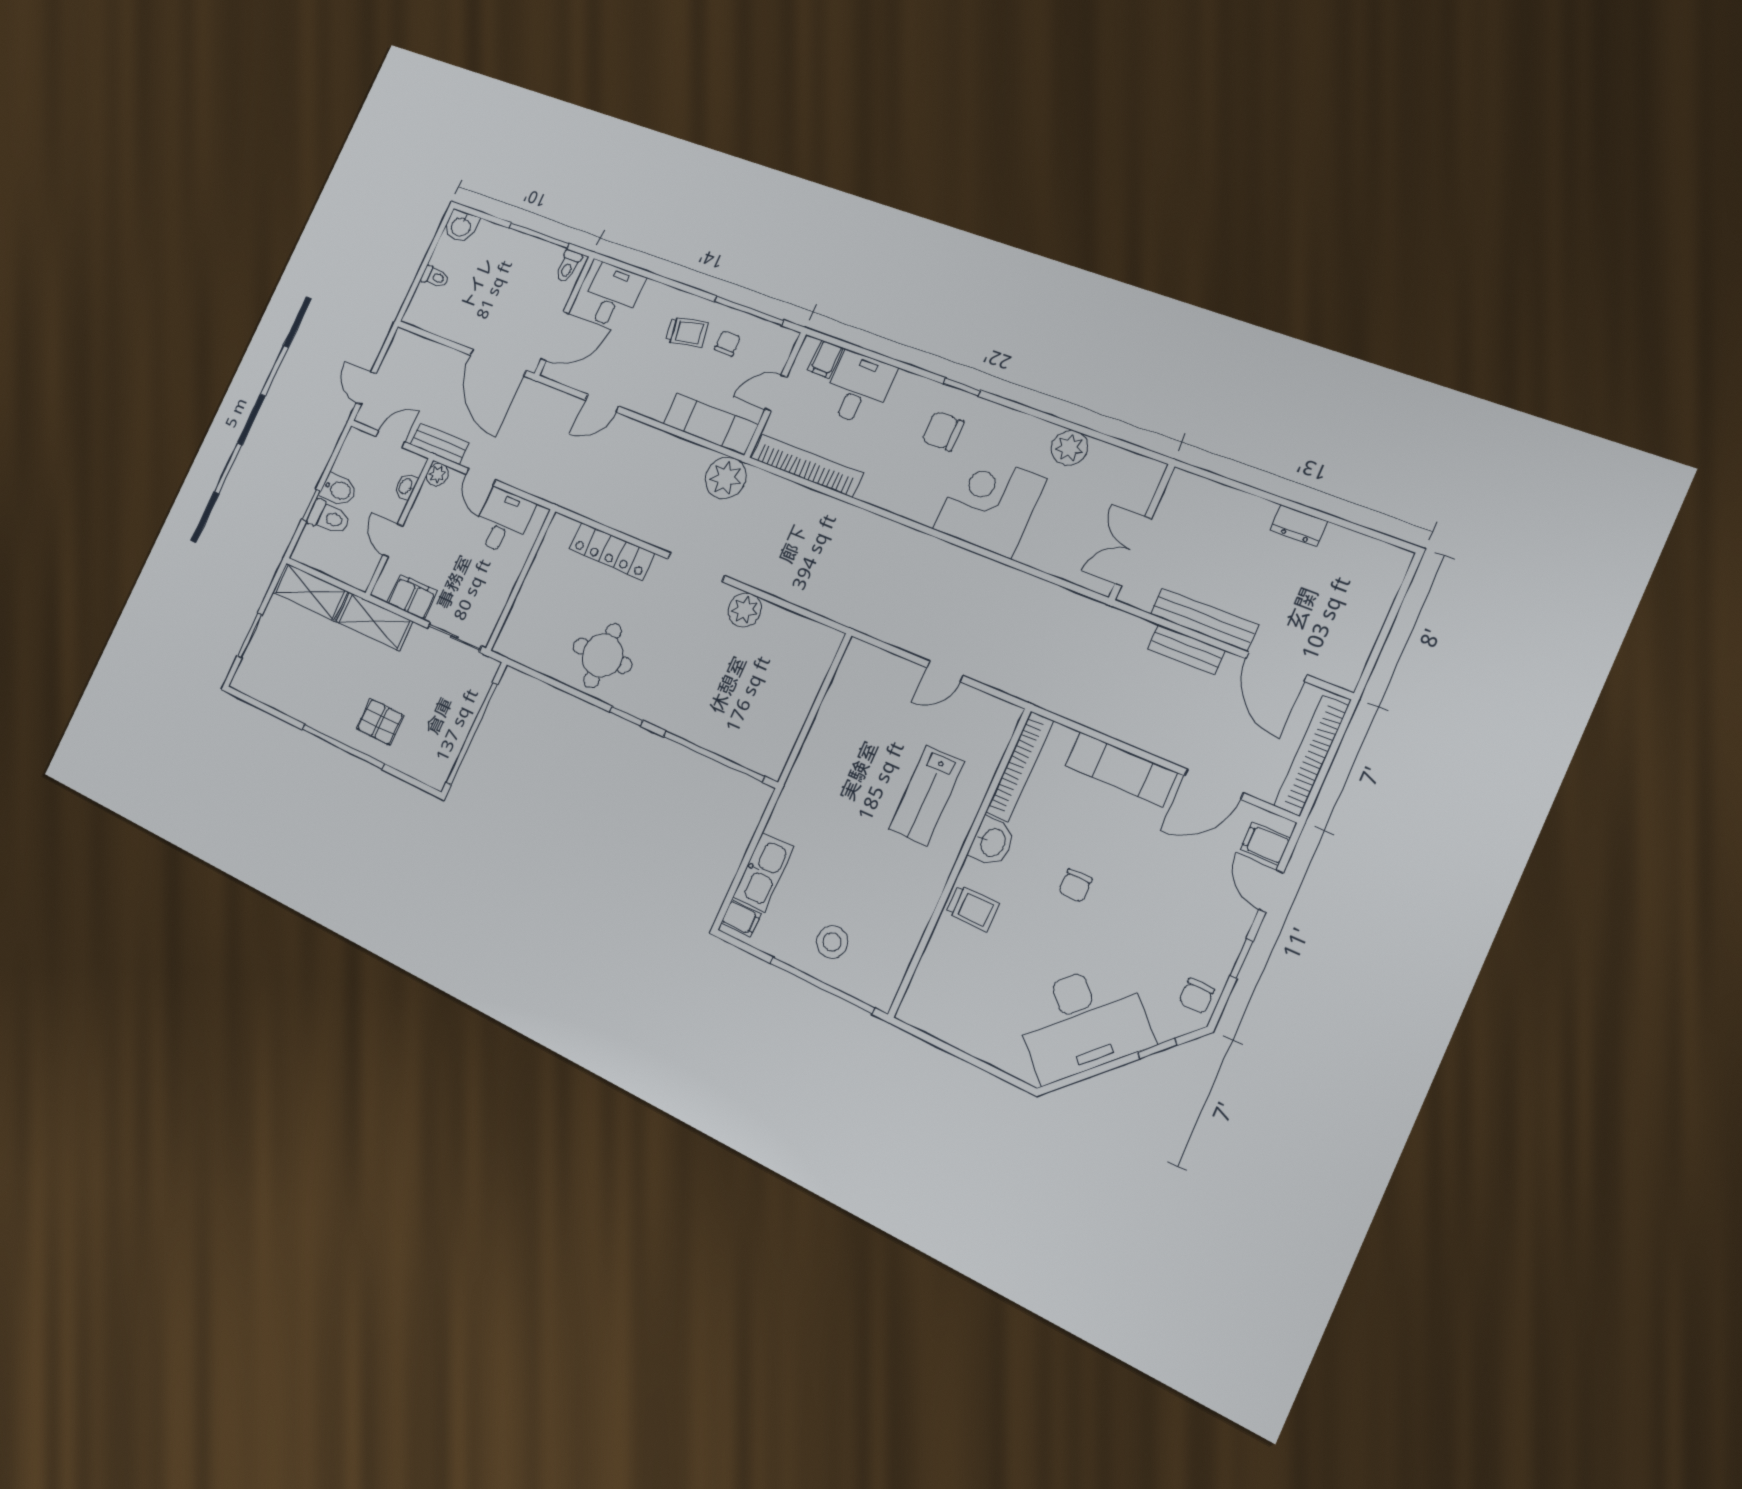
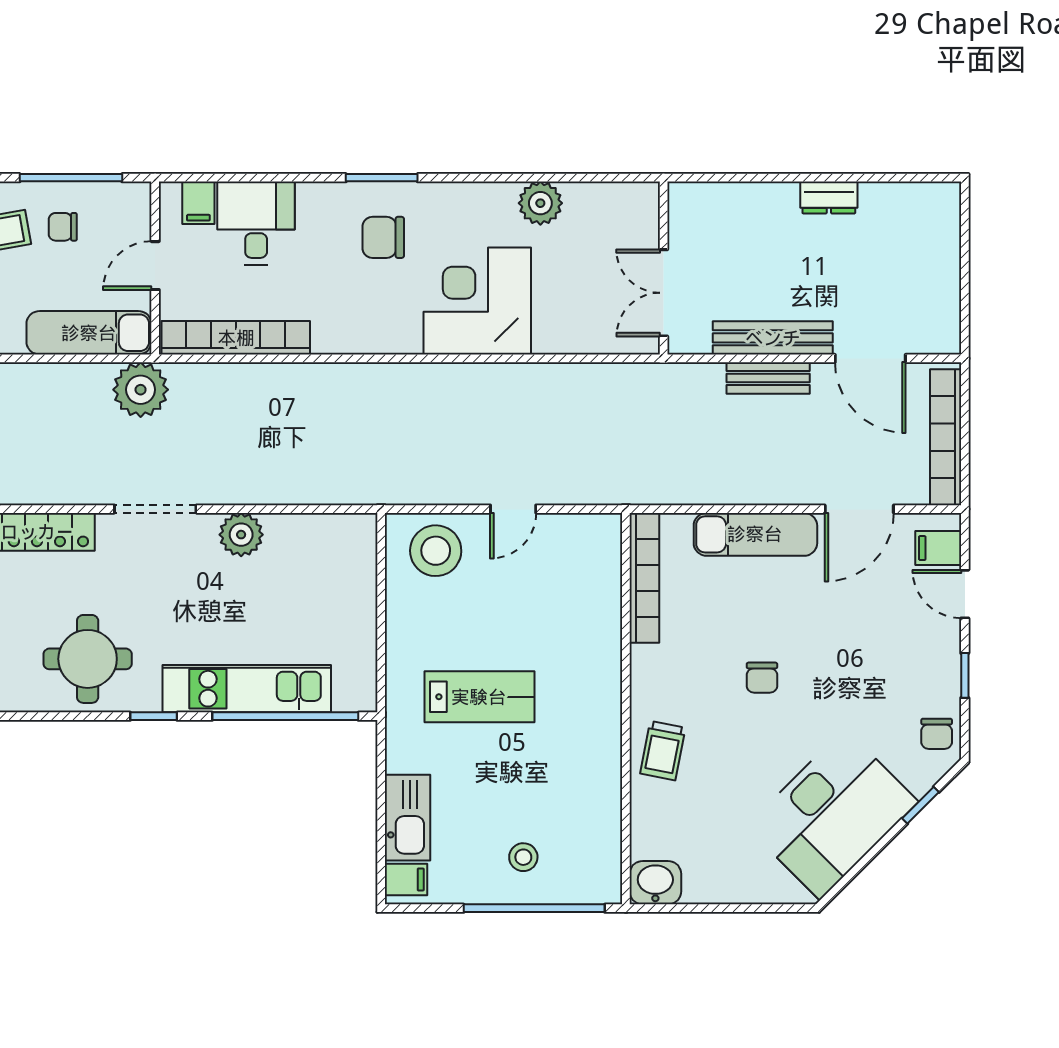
chair: (728, 343) -> (63, 227), turned -90
window: (962, 387) -> (382, 178), width x1.50
stool: (875, 679) -> (436, 551), added
kitchen unit: (697, 724) -> (247, 689), added
lab bench: (927, 795) -> (479, 697), moved, turned -90
washbasin: (992, 842) -> (655, 883), moved, turned -90
trolley: (973, 908) -> (663, 751), turned 101
stool: (832, 942) -> (523, 857), width x0.73, depth x0.73

